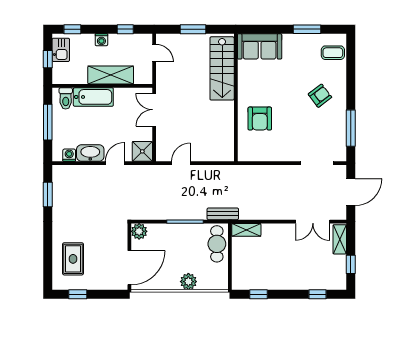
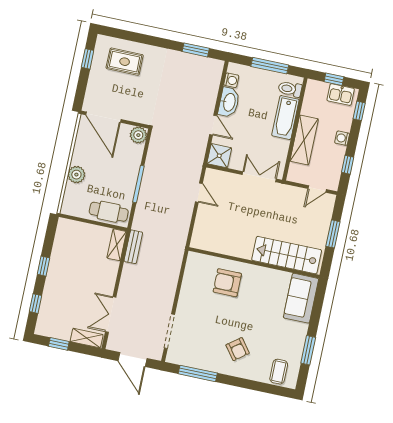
bench: (223, 214) -> (133, 247), moved
window: (259, 294) -> (43, 266), moved

